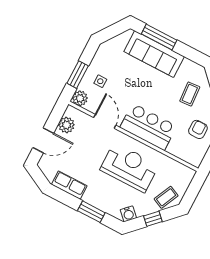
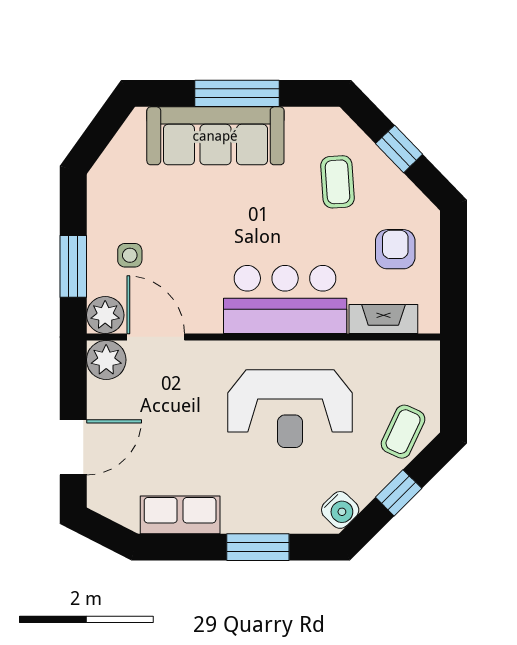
window: (159, 37) -> (237, 93), moved
door: (105, 121) -> (156, 337), moved
plant: (66, 125) -> (106, 360), moved
fireplace: (180, 153) -> (383, 319), added
reception desk: (129, 167) -> (290, 409), turned 180

